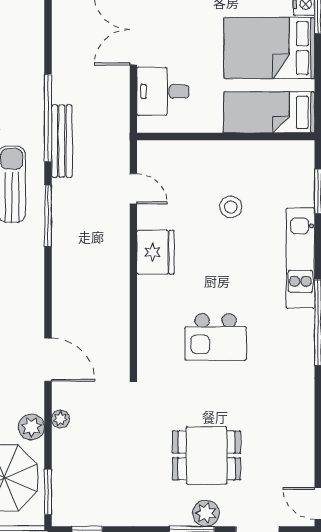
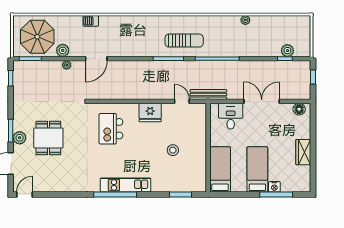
bed: (269, 48) -> (257, 169), width x0.67
bench: (62, 141) -> (208, 95), moved
door: (133, 189) -> (182, 101), swing flipped
kitchen unit: (300, 258) -> (126, 185), moved
kitchen island: (216, 337) -> (111, 129), moved

